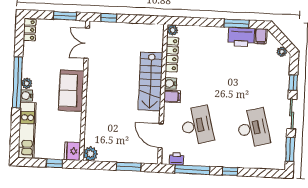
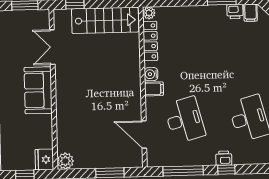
printer: (241, 37) -> (235, 12), width x0.53, depth x0.68
double door: (87, 43) -> (52, 47), moved
stairs: (151, 81) -> (105, 20), moved, turned -90
printer: (176, 159) -> (224, 158), moved

